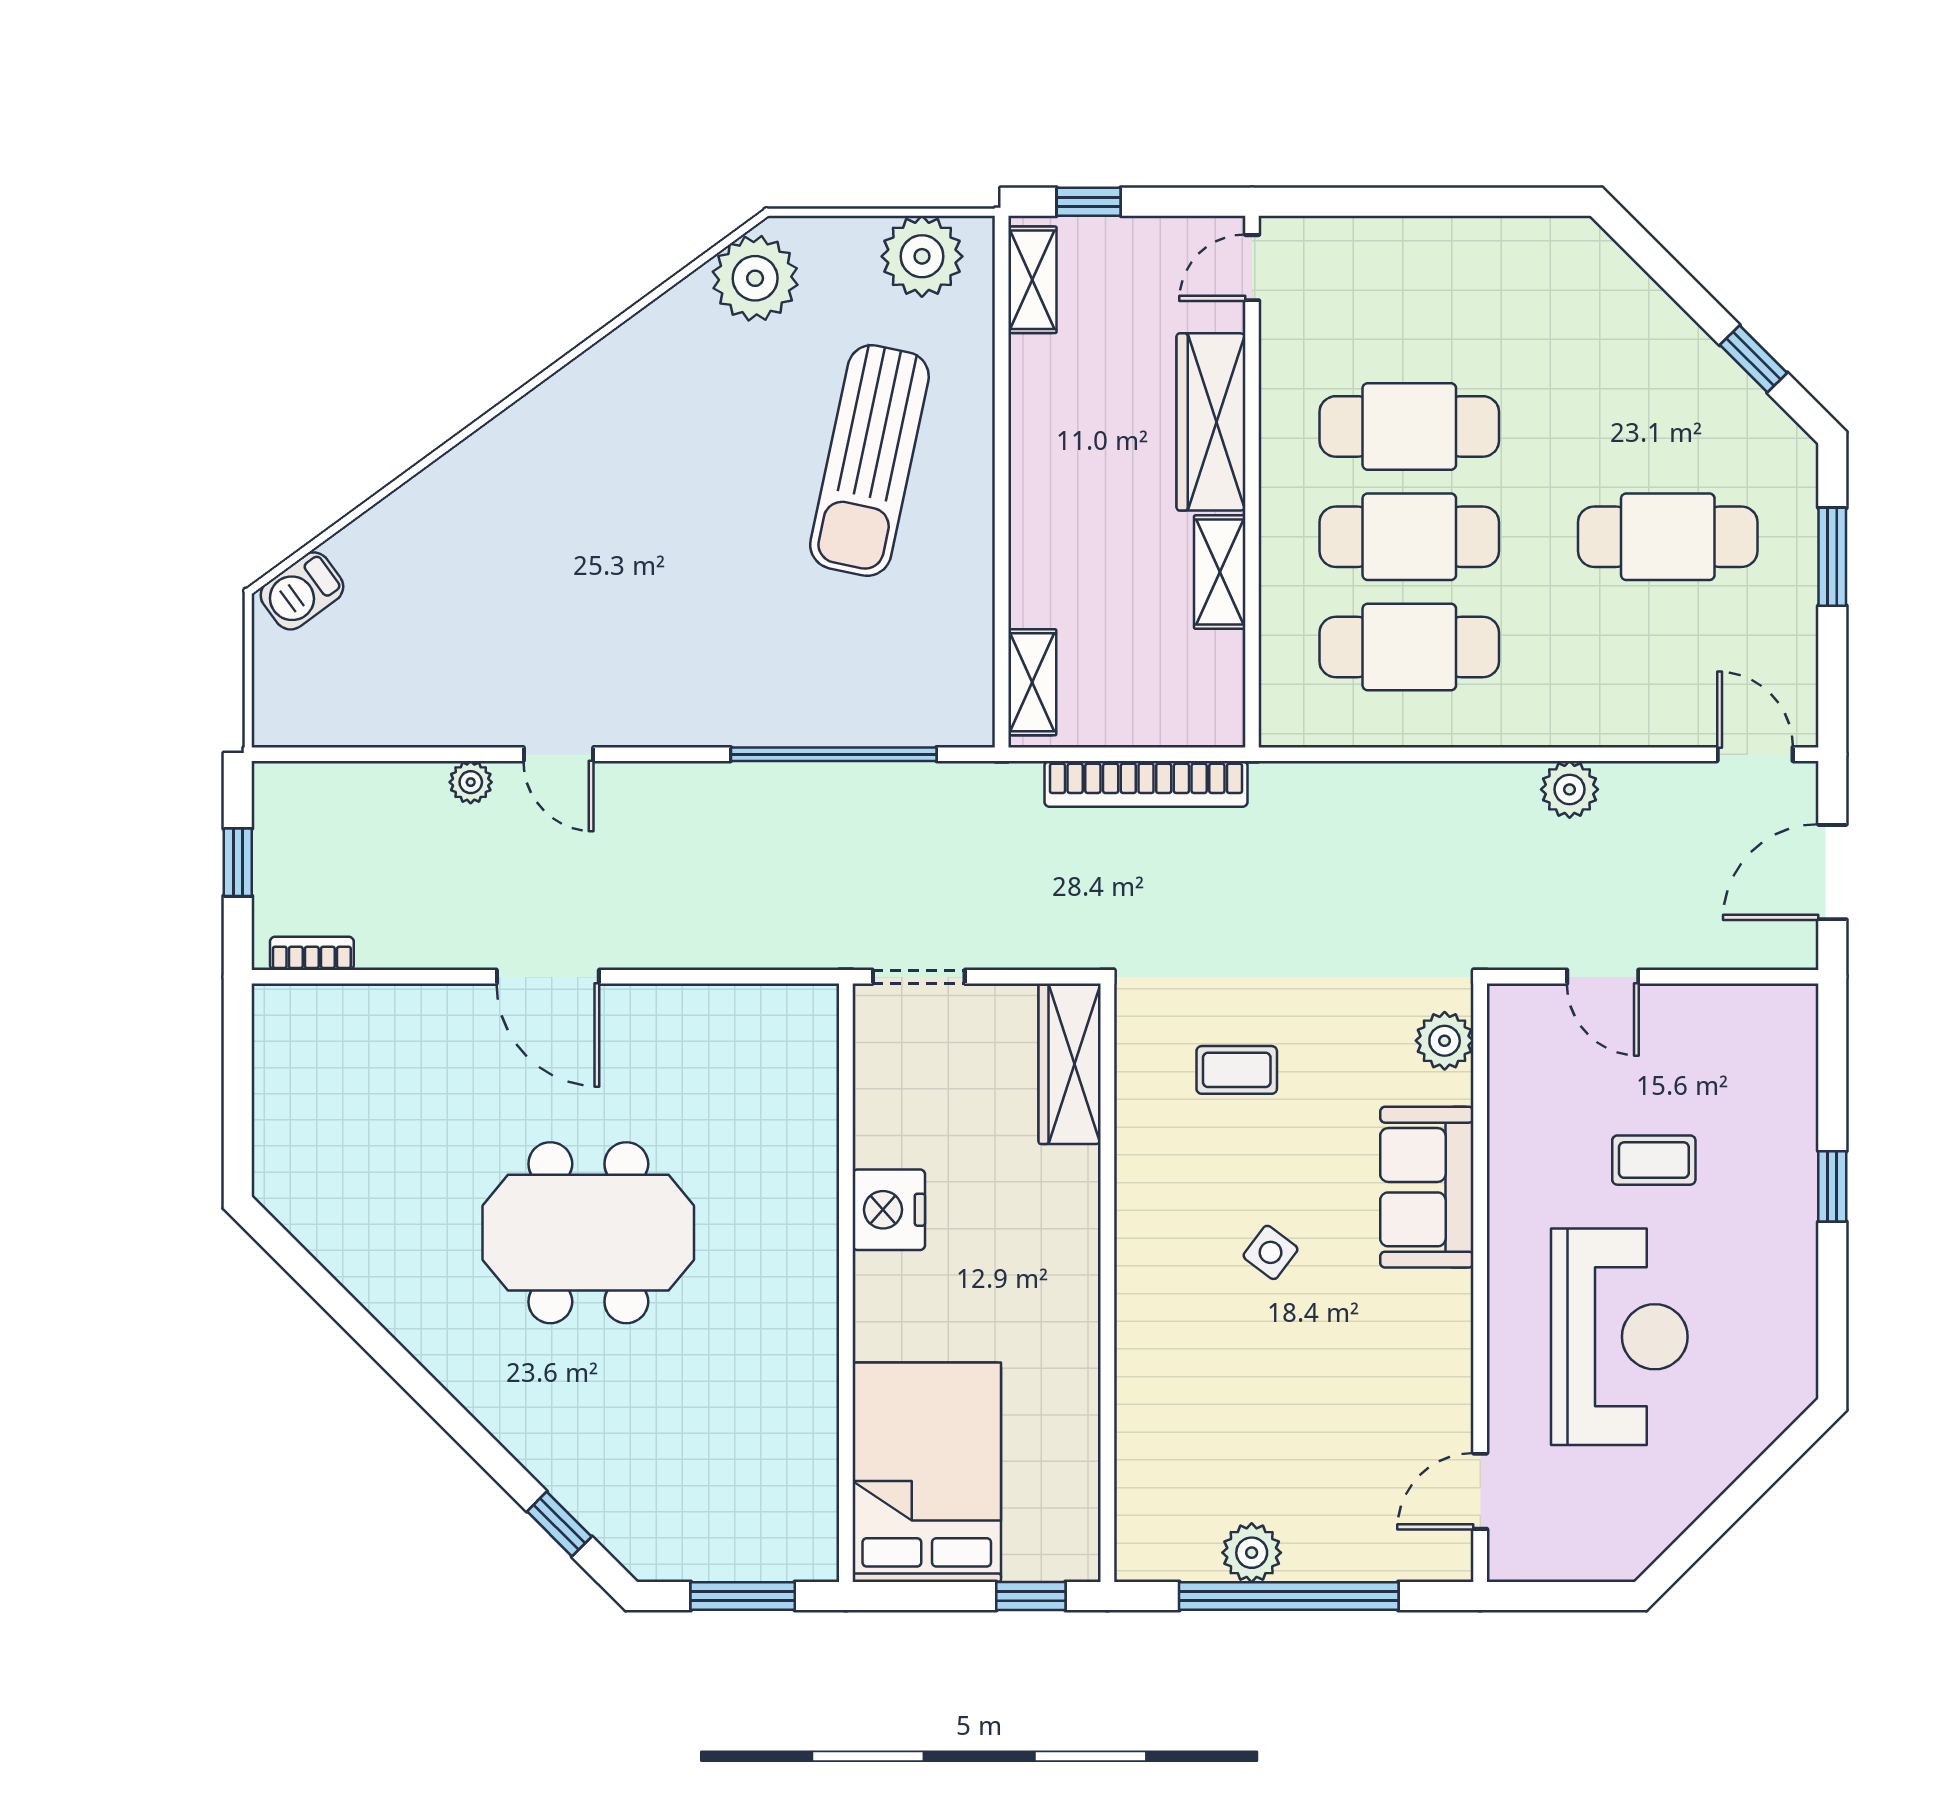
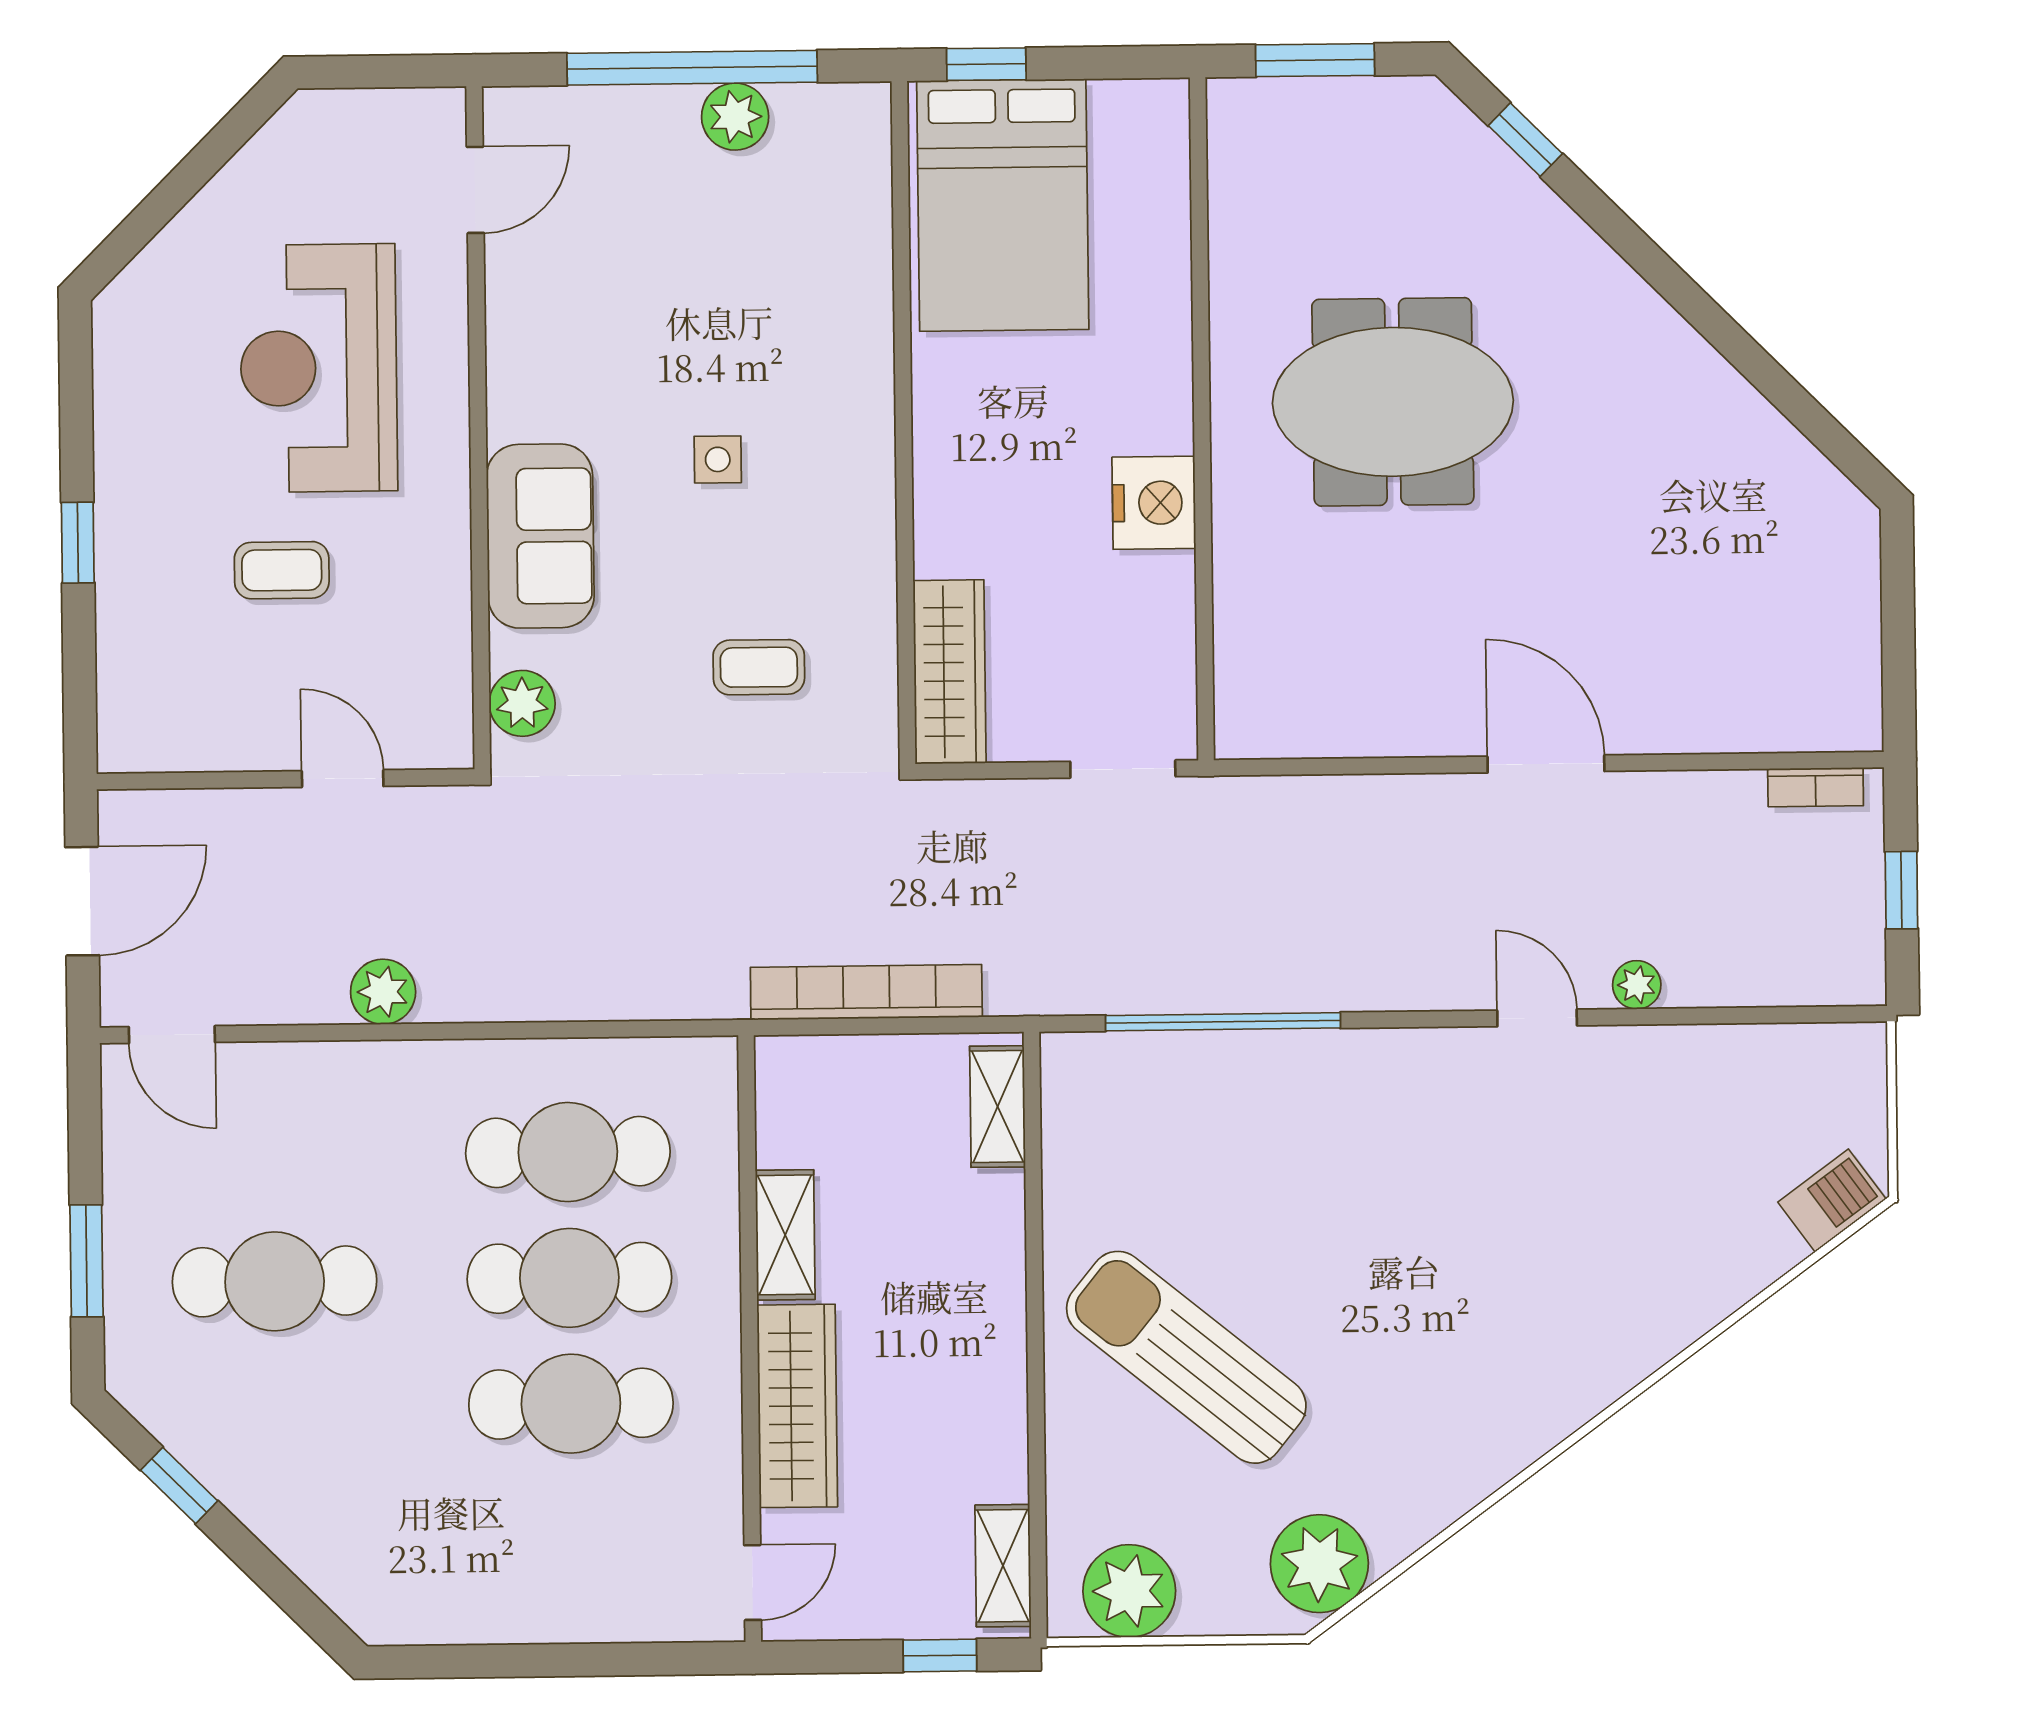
sun lounger: (869, 460) -> (1186, 1357), turned -63
meeting table: (588, 1233) -> (1393, 402), moved
side table: (1271, 1252) -> (718, 459), turned -37
bed: (927, 1472) -> (1003, 205), moved

